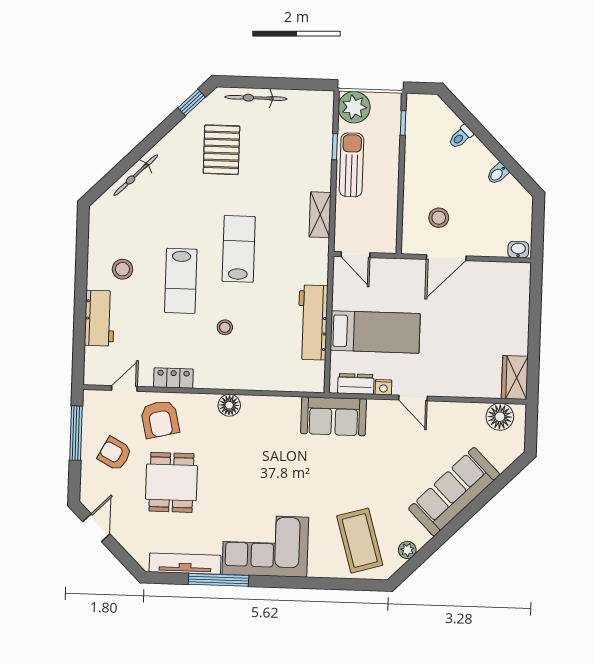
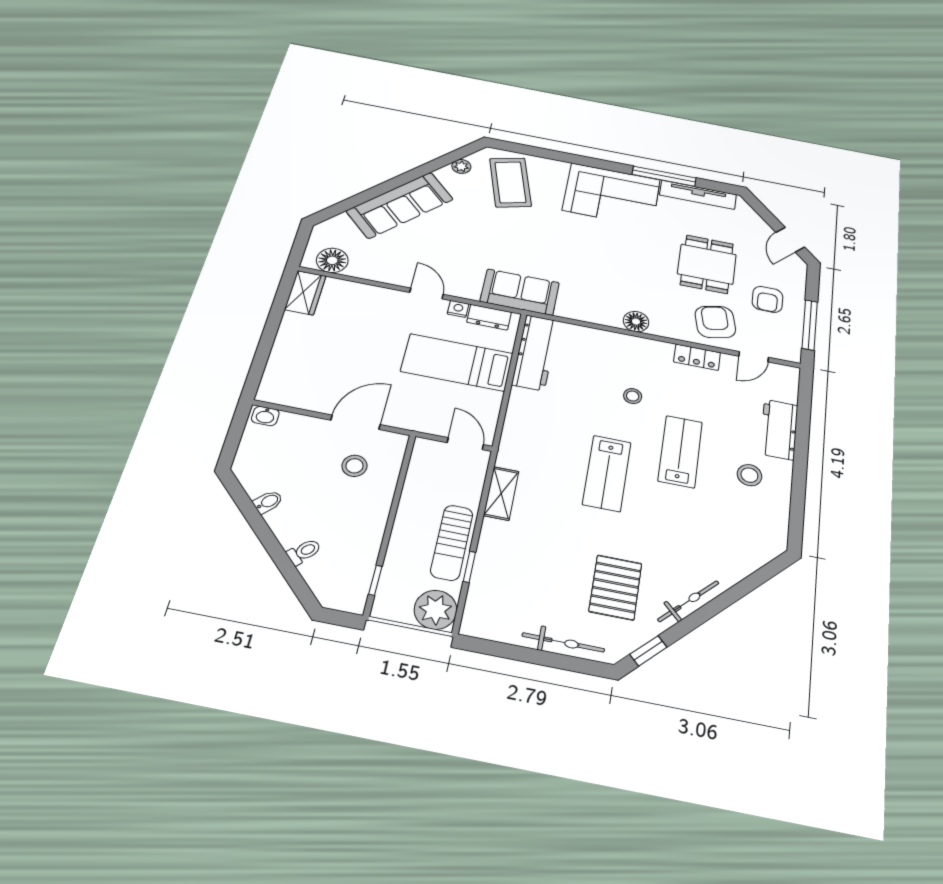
bicycle: (136, 175) -> (688, 601), moved
workbench: (313, 322) -> (535, 352), moved
armchair: (115, 454) -> (767, 299), turned 62

